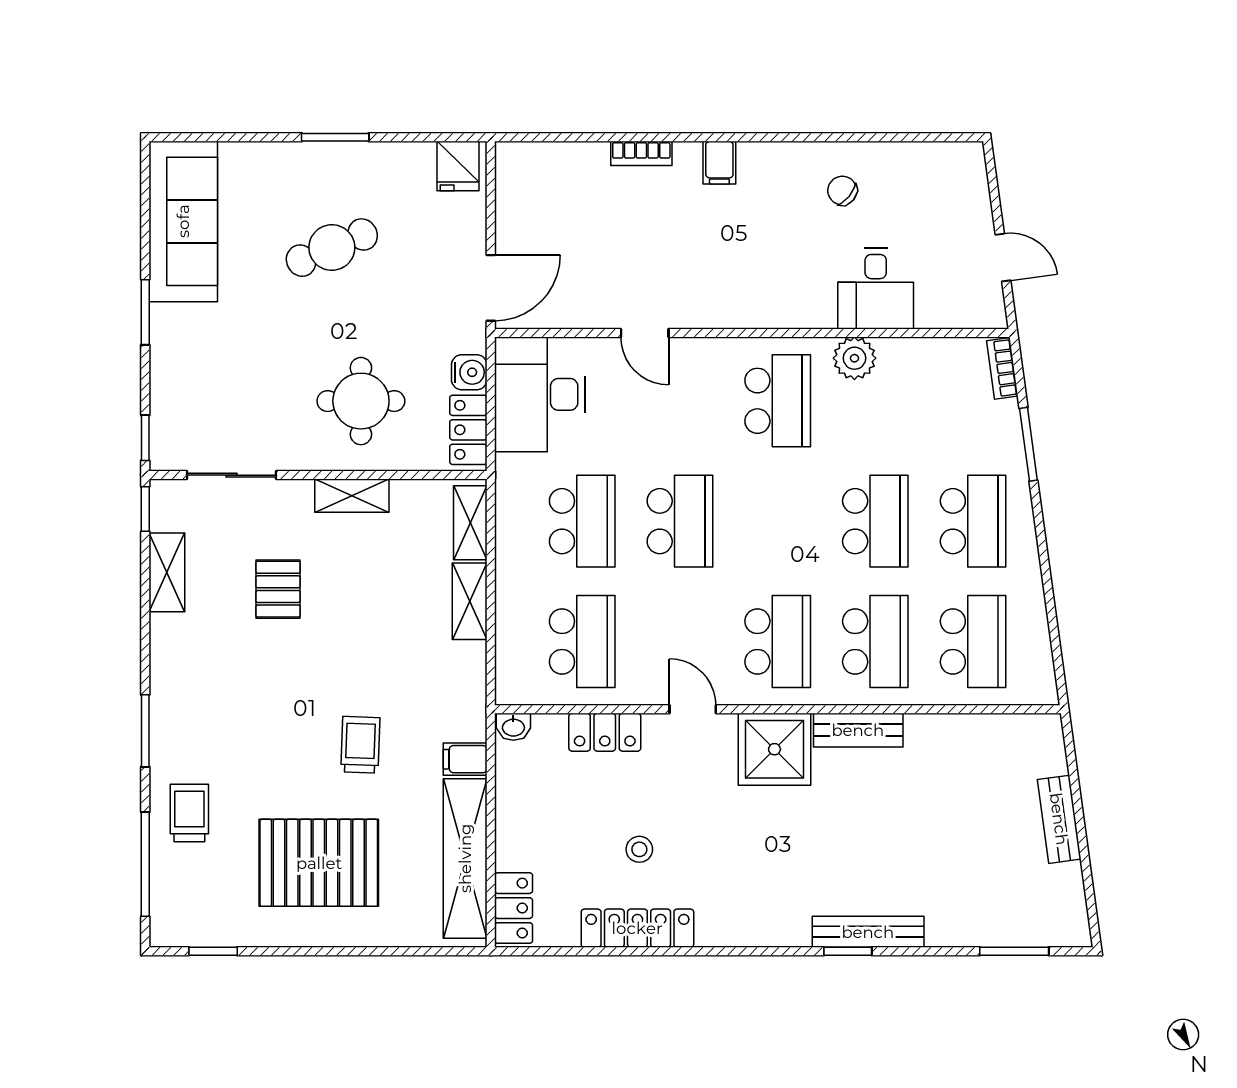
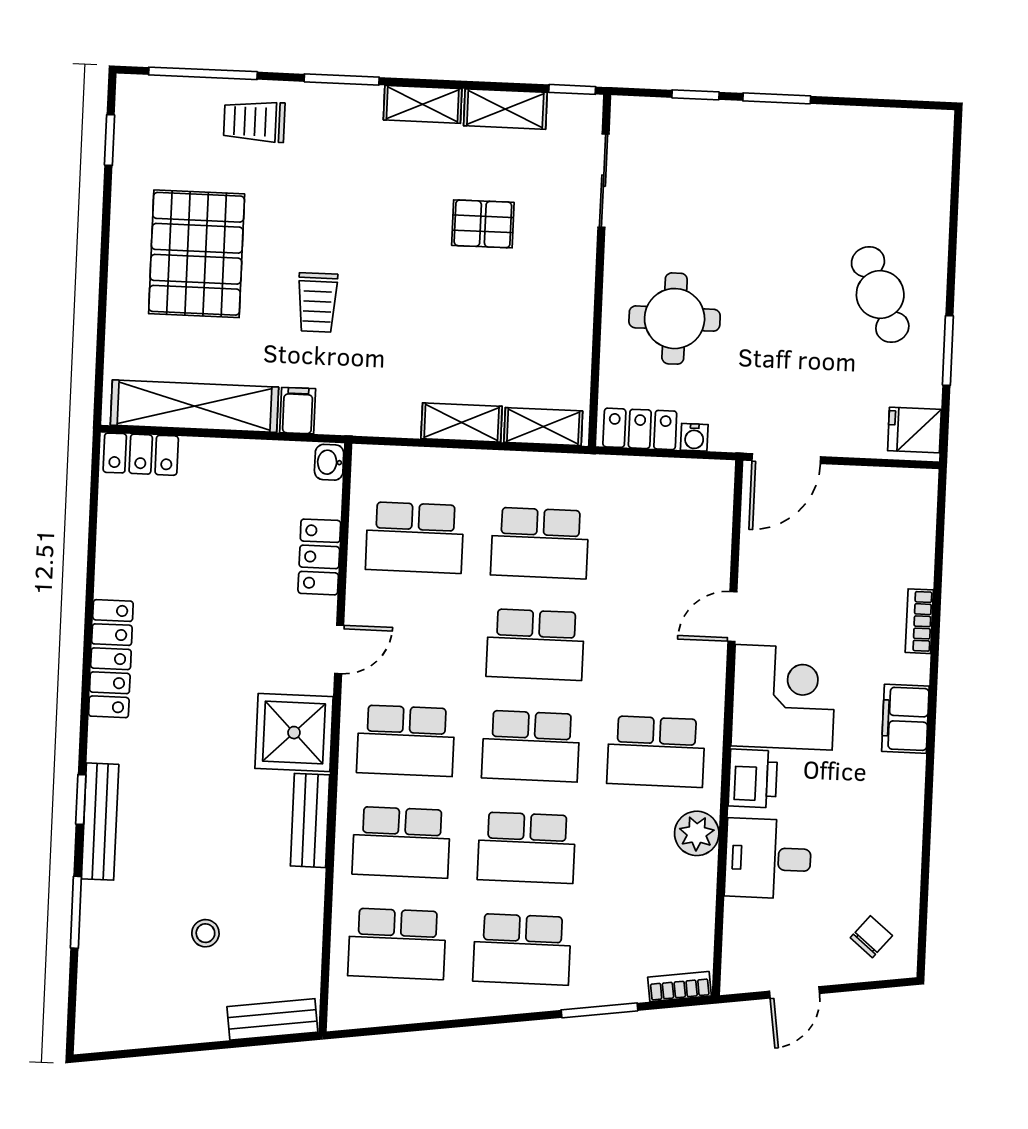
window: (335, 137) -> (948, 351), moved
filing cabinet: (719, 163) -> (905, 719), width x2.00
chair: (842, 191) -> (871, 937), moved
sofa: (183, 221) -> (869, 142), removed
cafe table: (332, 248) -> (880, 295), moved
corner desk: (720, 280) -> (784, 697), added
door: (491, 288) -> (786, 459), hinge flipped
printer: (799, 307) -> (753, 779), added
water cooler: (469, 372) -> (694, 437), width x0.72, depth x0.72
desk: (540, 394) -> (673, 505), removed
window: (145, 438) -> (695, 95), moved
shelving: (352, 496) -> (423, 104), moved, turned 90
school desk: (778, 521) -> (531, 746), added
trolley: (360, 745) -> (317, 302), turned 88
trolley: (189, 813) -> (254, 122), turned 180
bench: (1059, 819) -> (272, 1019), moved
stool: (639, 849) -> (205, 933), moved
locker: (637, 928) -> (111, 659), moved
window: (1014, 951) -> (76, 912), moved

